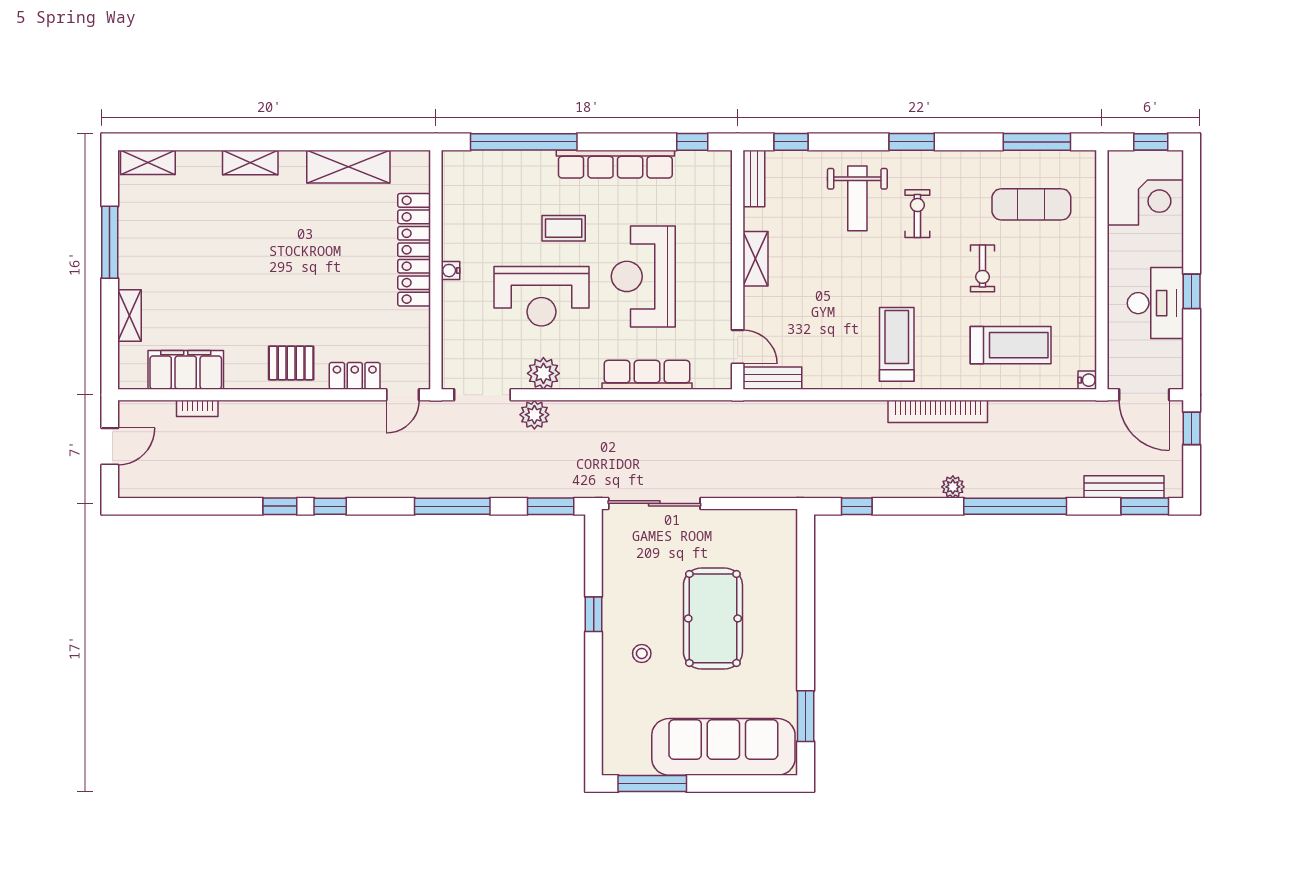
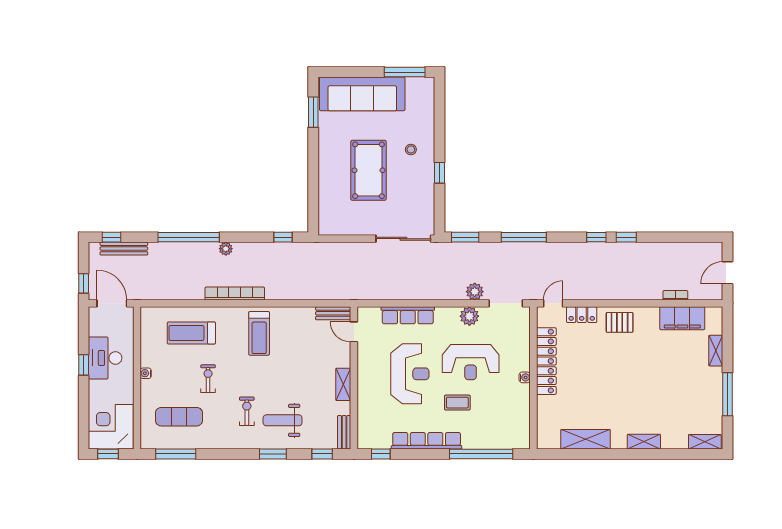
window: (912, 142) -> (273, 454), moved
weight bench: (857, 198) -> (283, 420), turned -90
exercise bike: (917, 214) -> (247, 411), turned 180
locker: (414, 250) -> (546, 361), moved
reception desk: (541, 296) -> (471, 362), turned 180
water cooler: (1087, 380) -> (146, 373), moved
window: (1145, 506) -> (111, 237), width x0.67

